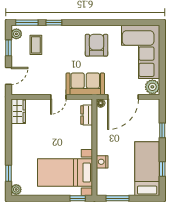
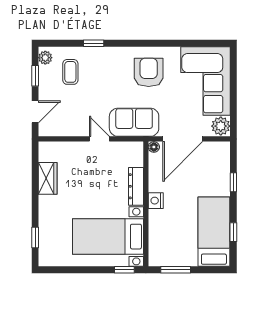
window: (27, 23) -> (59, 43), removed
door: (58, 97) -> (99, 139), swing flipped
wardrobe: (18, 111) -> (48, 178), moved
dresser: (87, 115) -> (136, 186), moved, width x1.44
nightstand: (102, 162) -> (156, 201), moved
plant: (16, 189) -> (45, 258), removed

